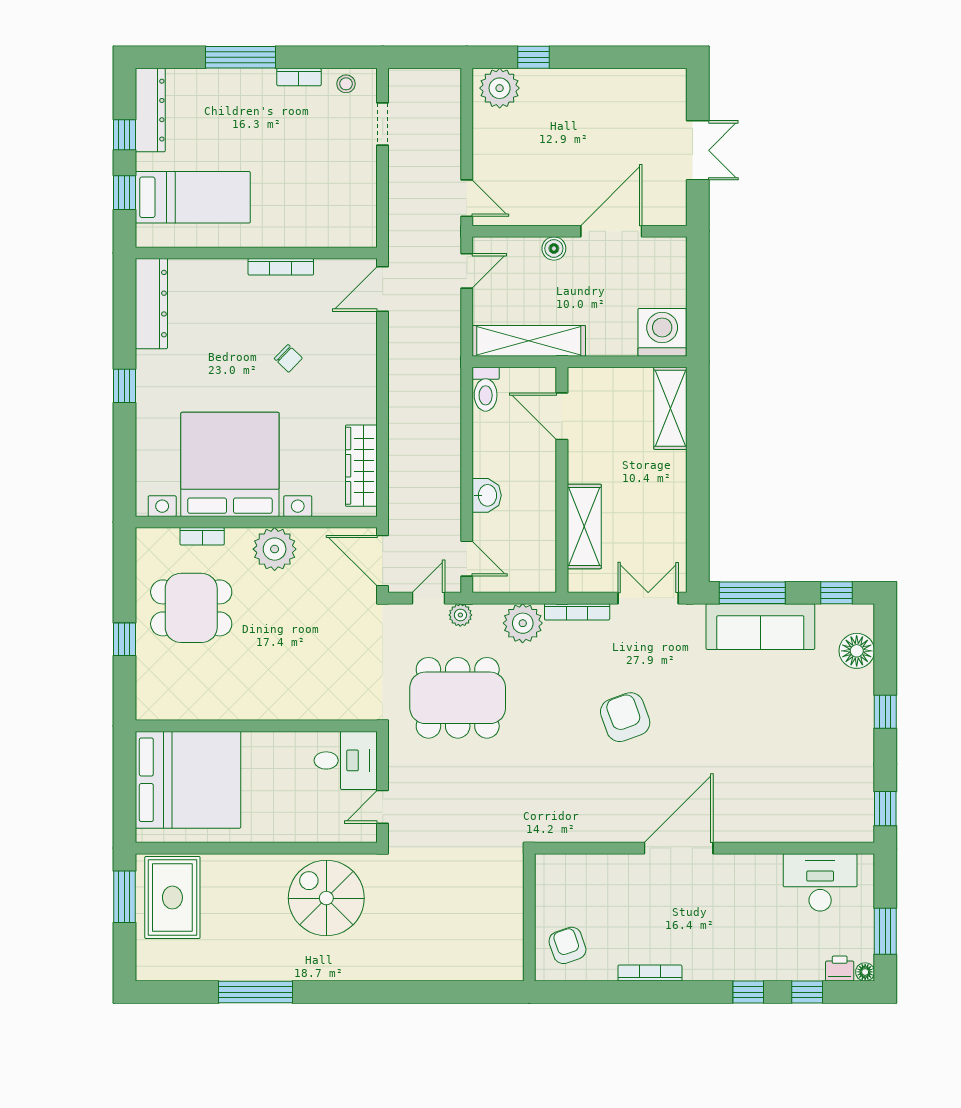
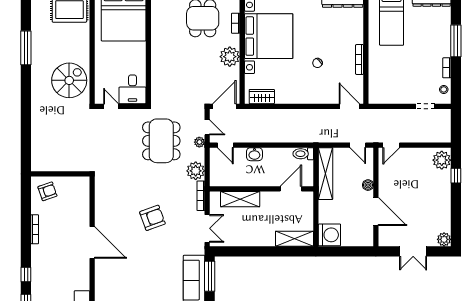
plant: (672, 83) -> (444, 239), added
wardrobe: (361, 466) -> (262, 97), width x0.67
door: (467, 559) -> (225, 145), hinge flipped

